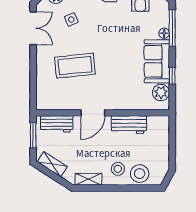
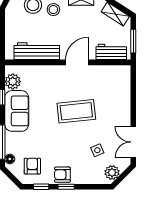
floor lamp: (164, 33) -> (10, 159), moved
coffee table: (75, 66) -> (76, 111), moved
workbench: (129, 125) -> (37, 51), width x1.38

